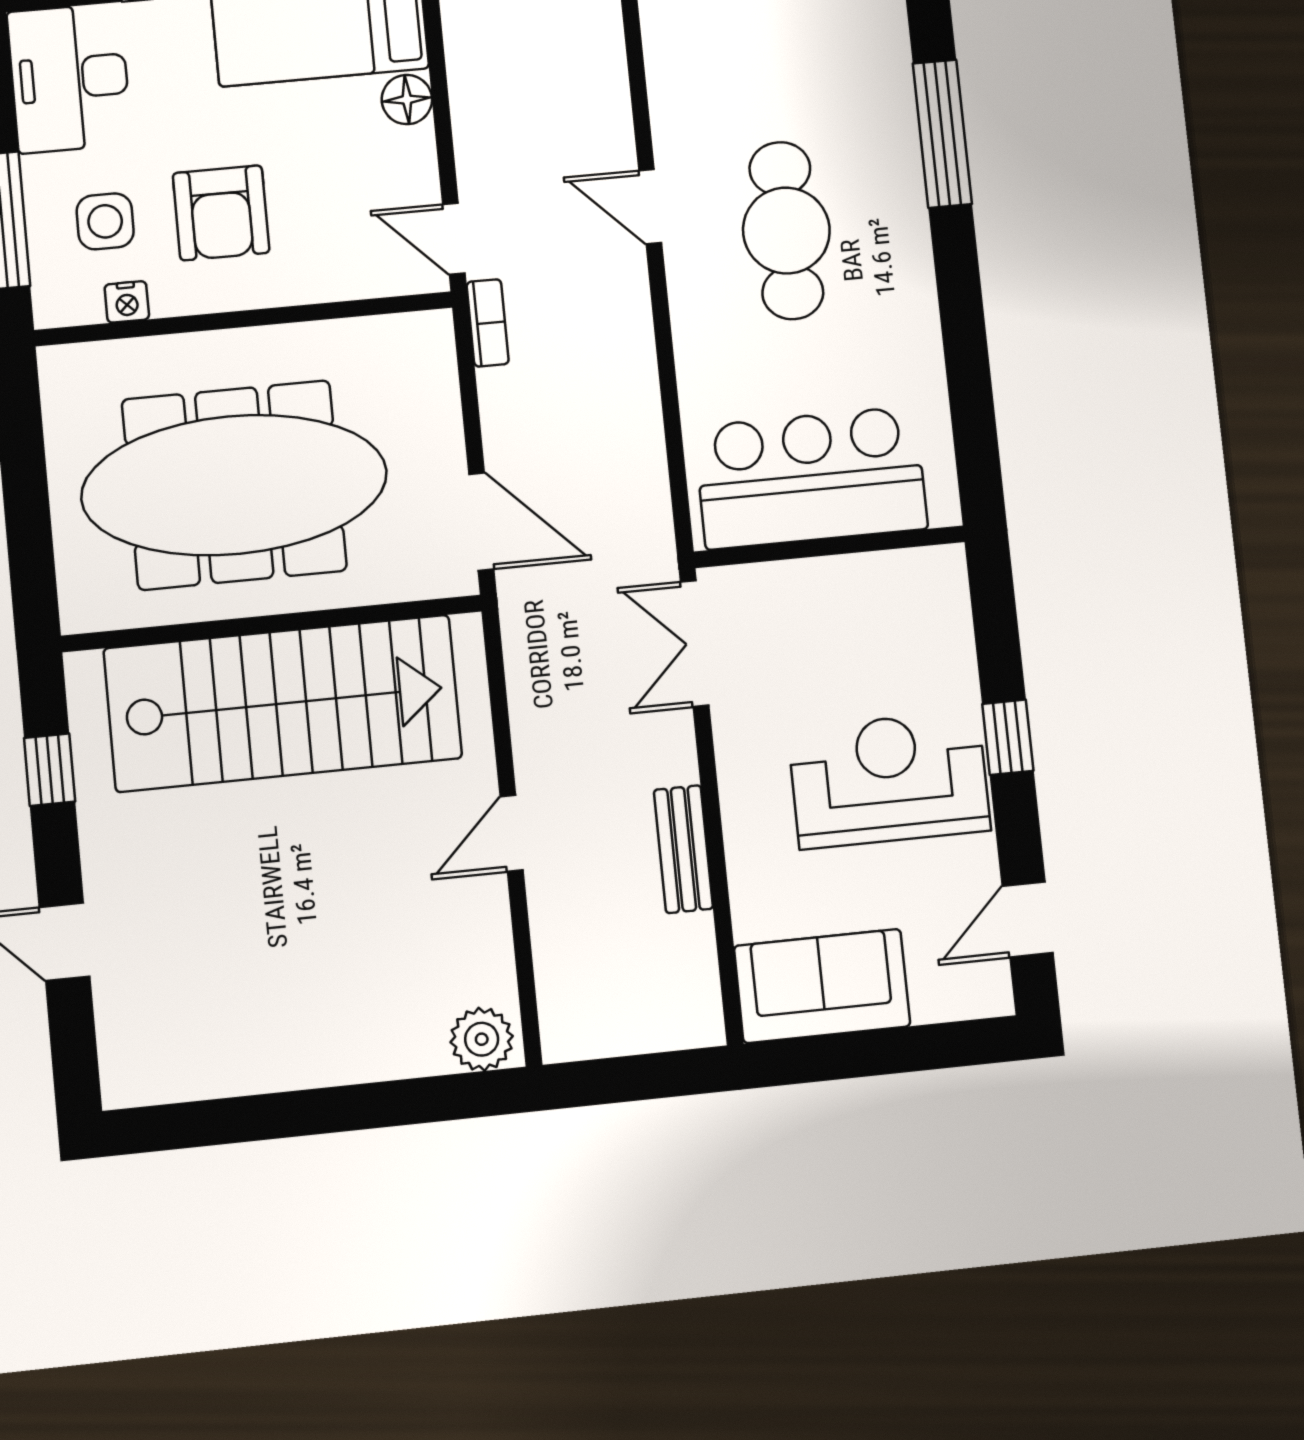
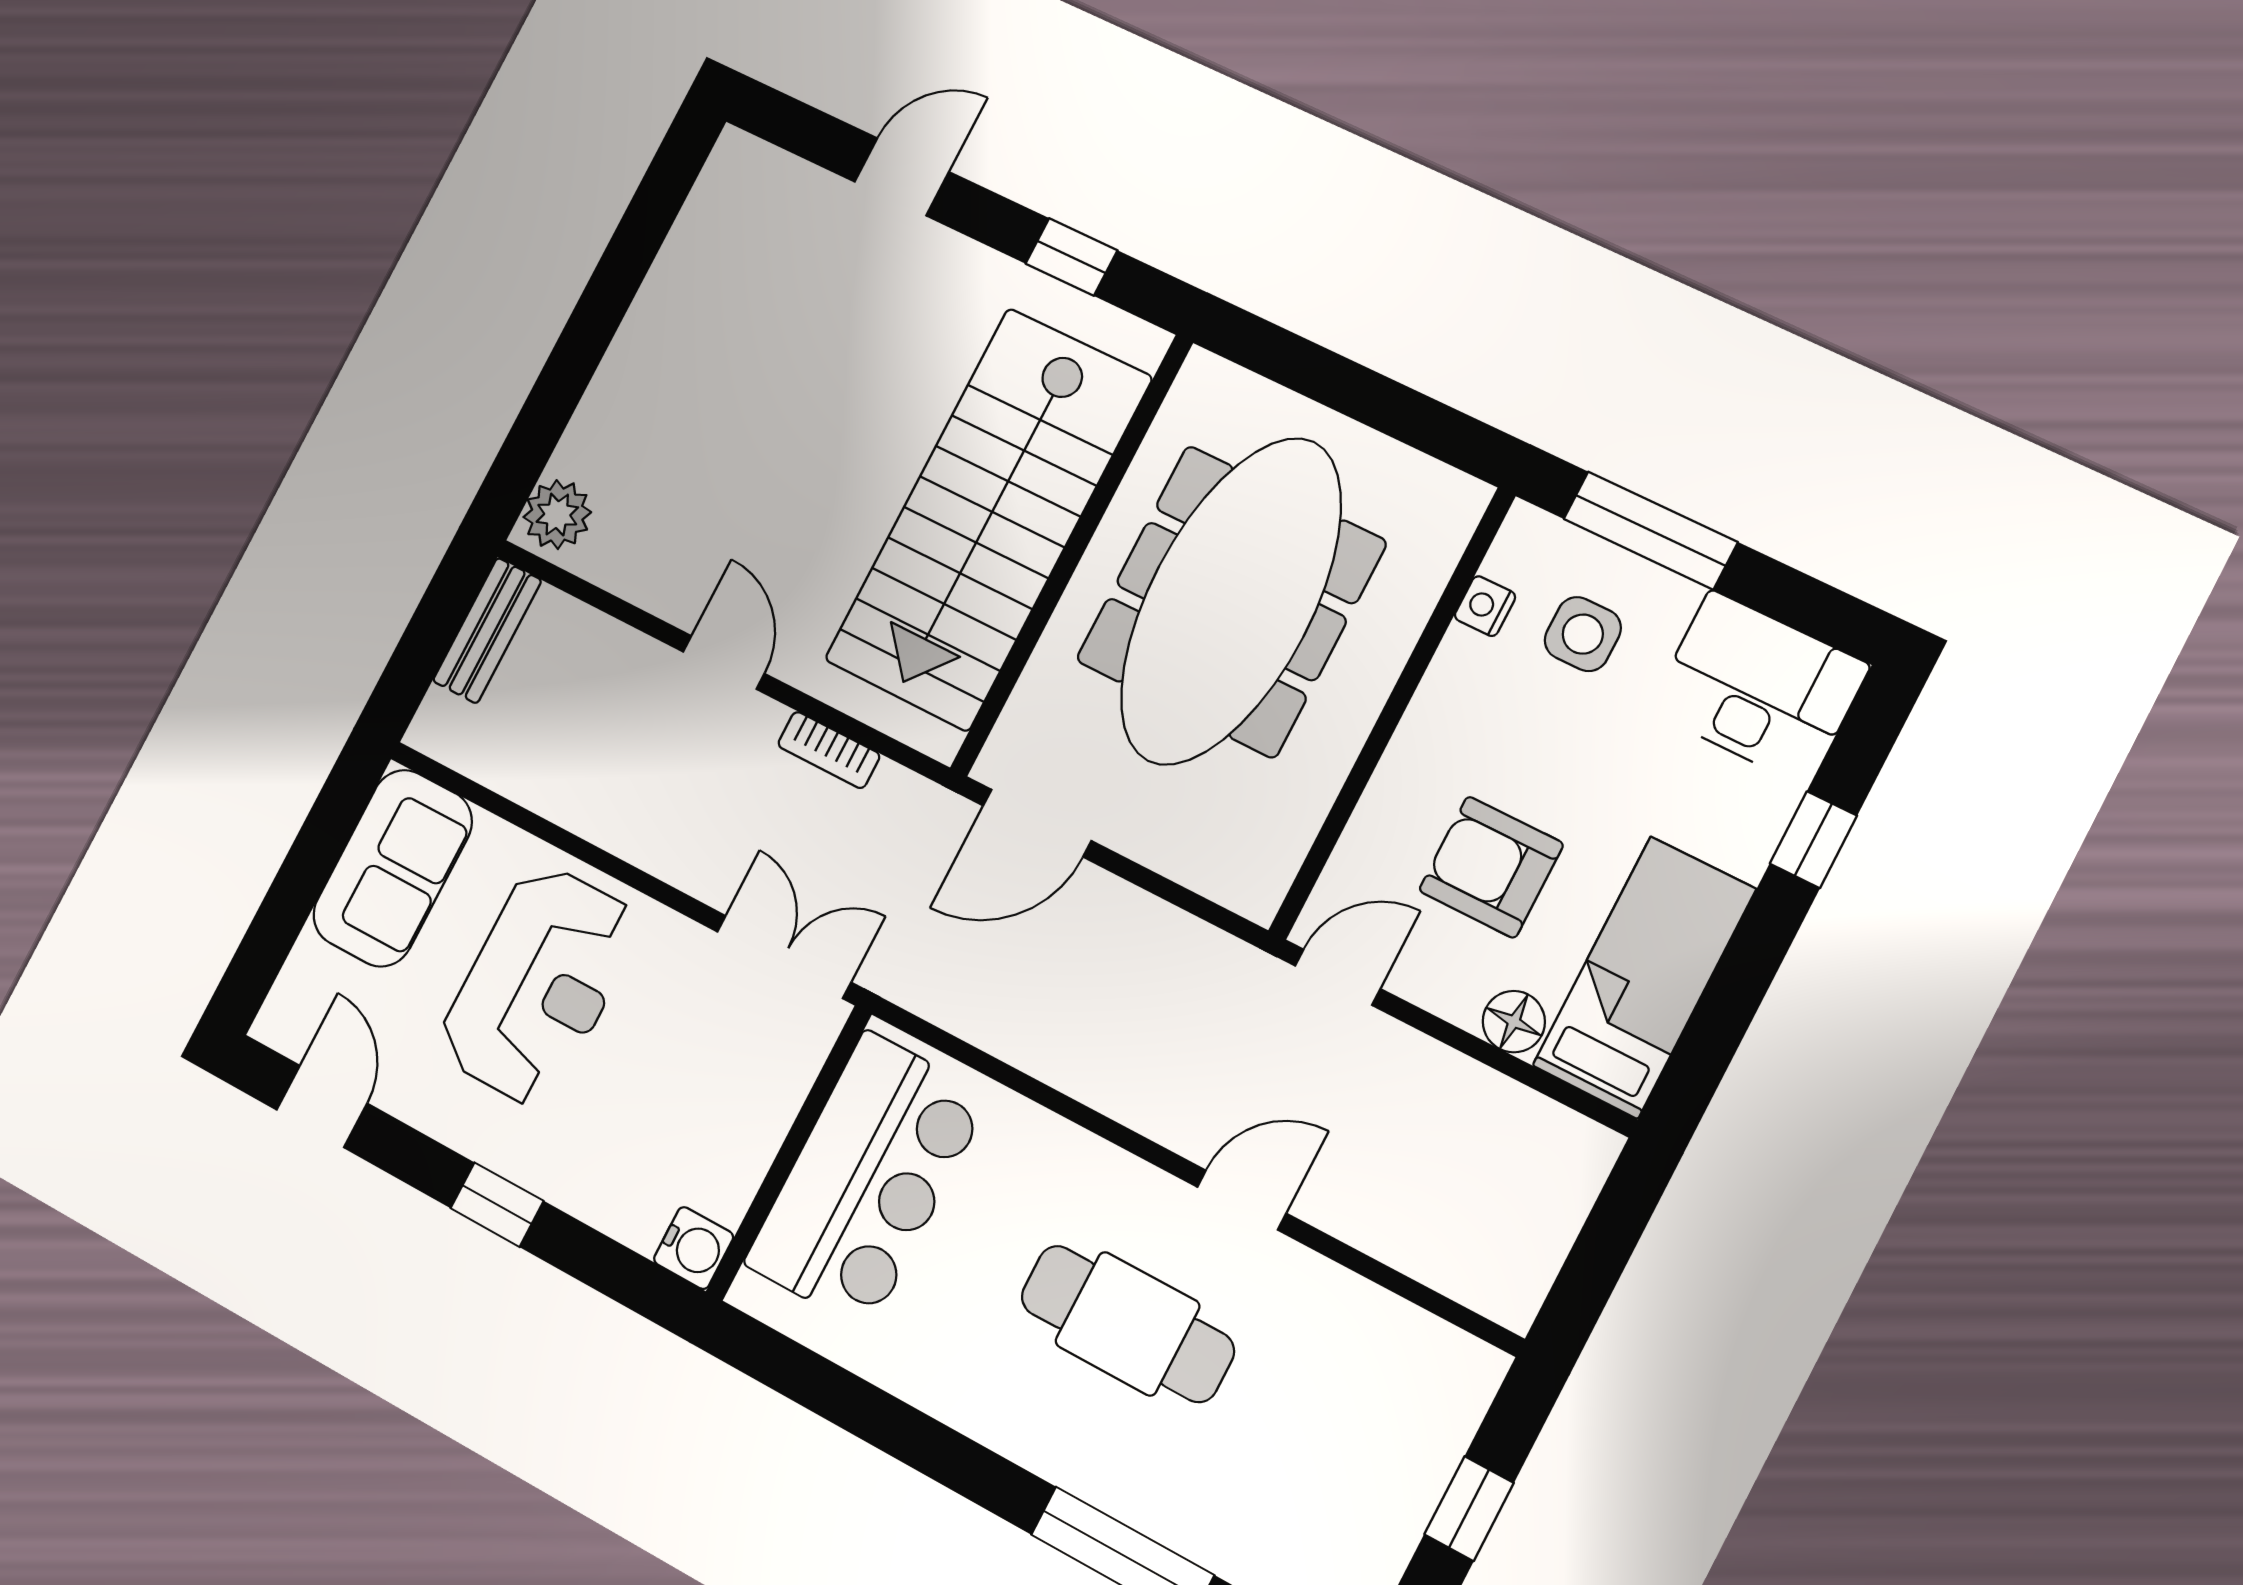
armchair: (221, 213) -> (1491, 867), moved
bookcase: (488, 323) -> (829, 750), moved
water cooler: (941, 571) -> (694, 1248), added
reception desk: (889, 780) -> (539, 985), moved
bench: (683, 849) -> (487, 631), moved, turned 90

